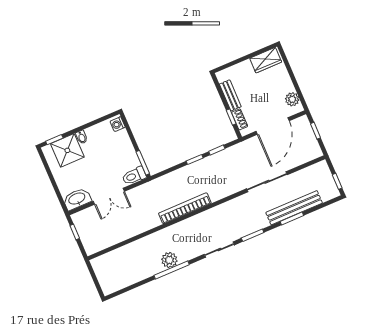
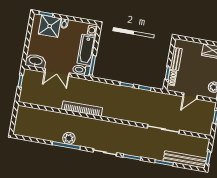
door: (273, 126) -> (190, 96), width x0.53
bathtub: (125, 150) -> (86, 50), added
bookcase: (185, 208) -> (82, 109), moved
bench: (294, 208) -> (185, 159), moved

